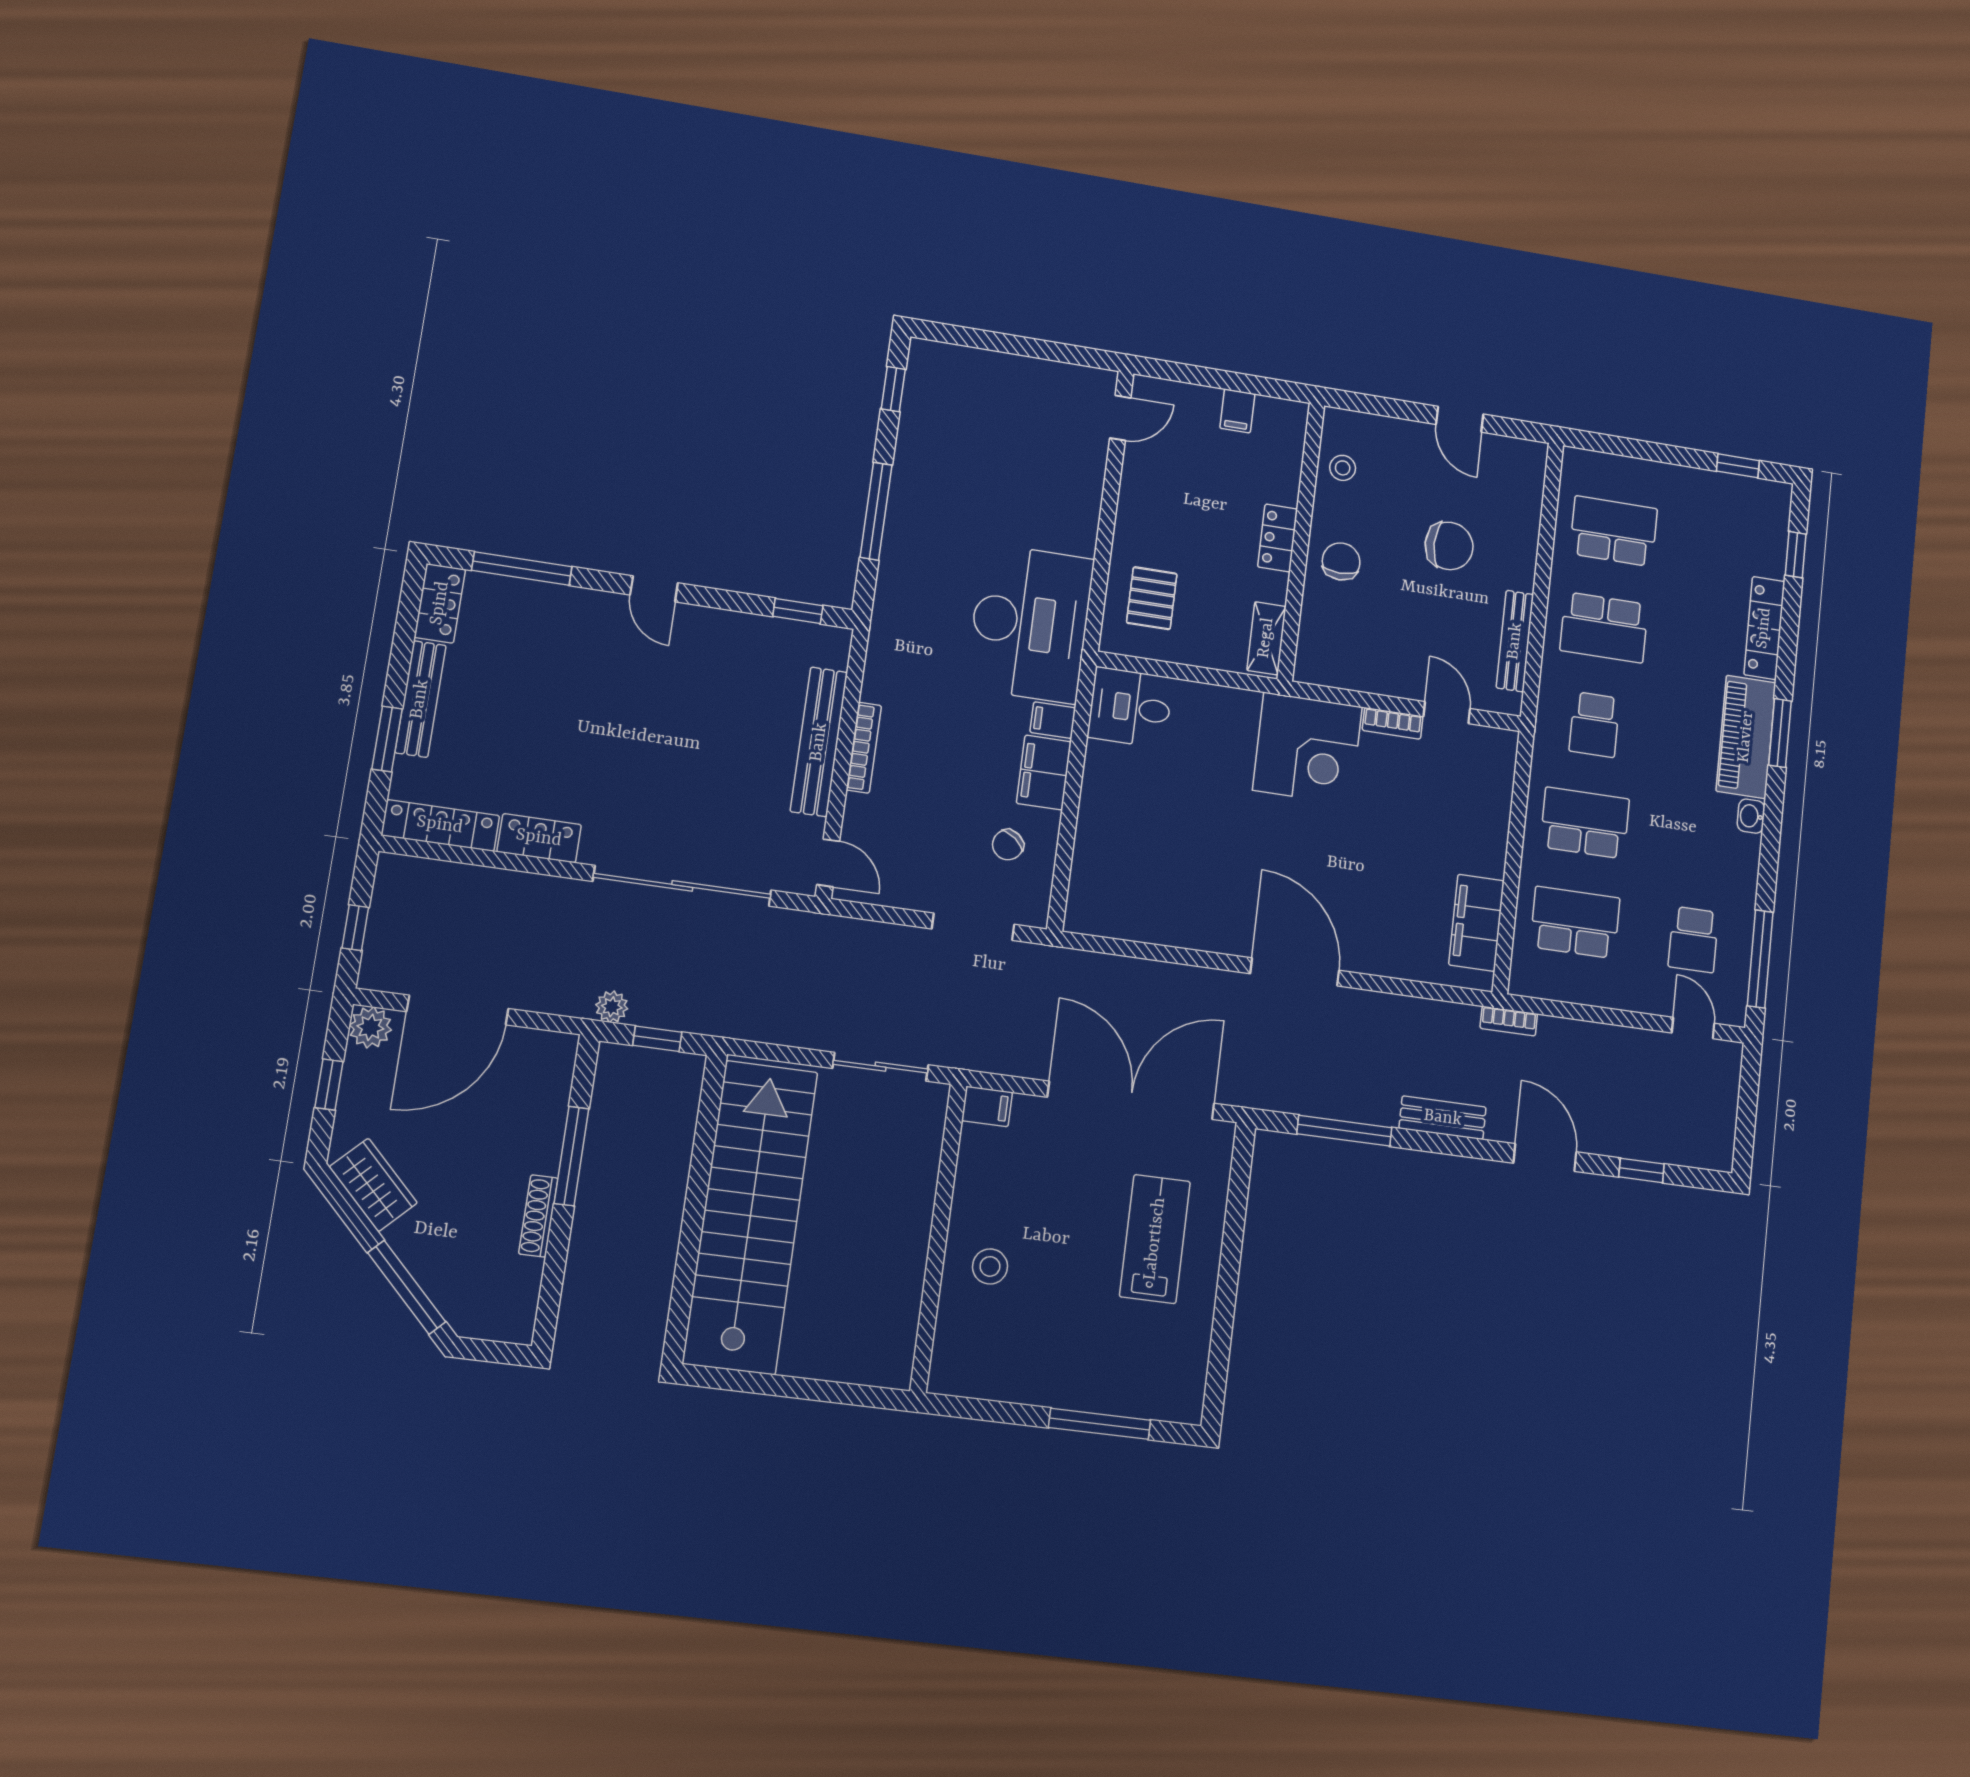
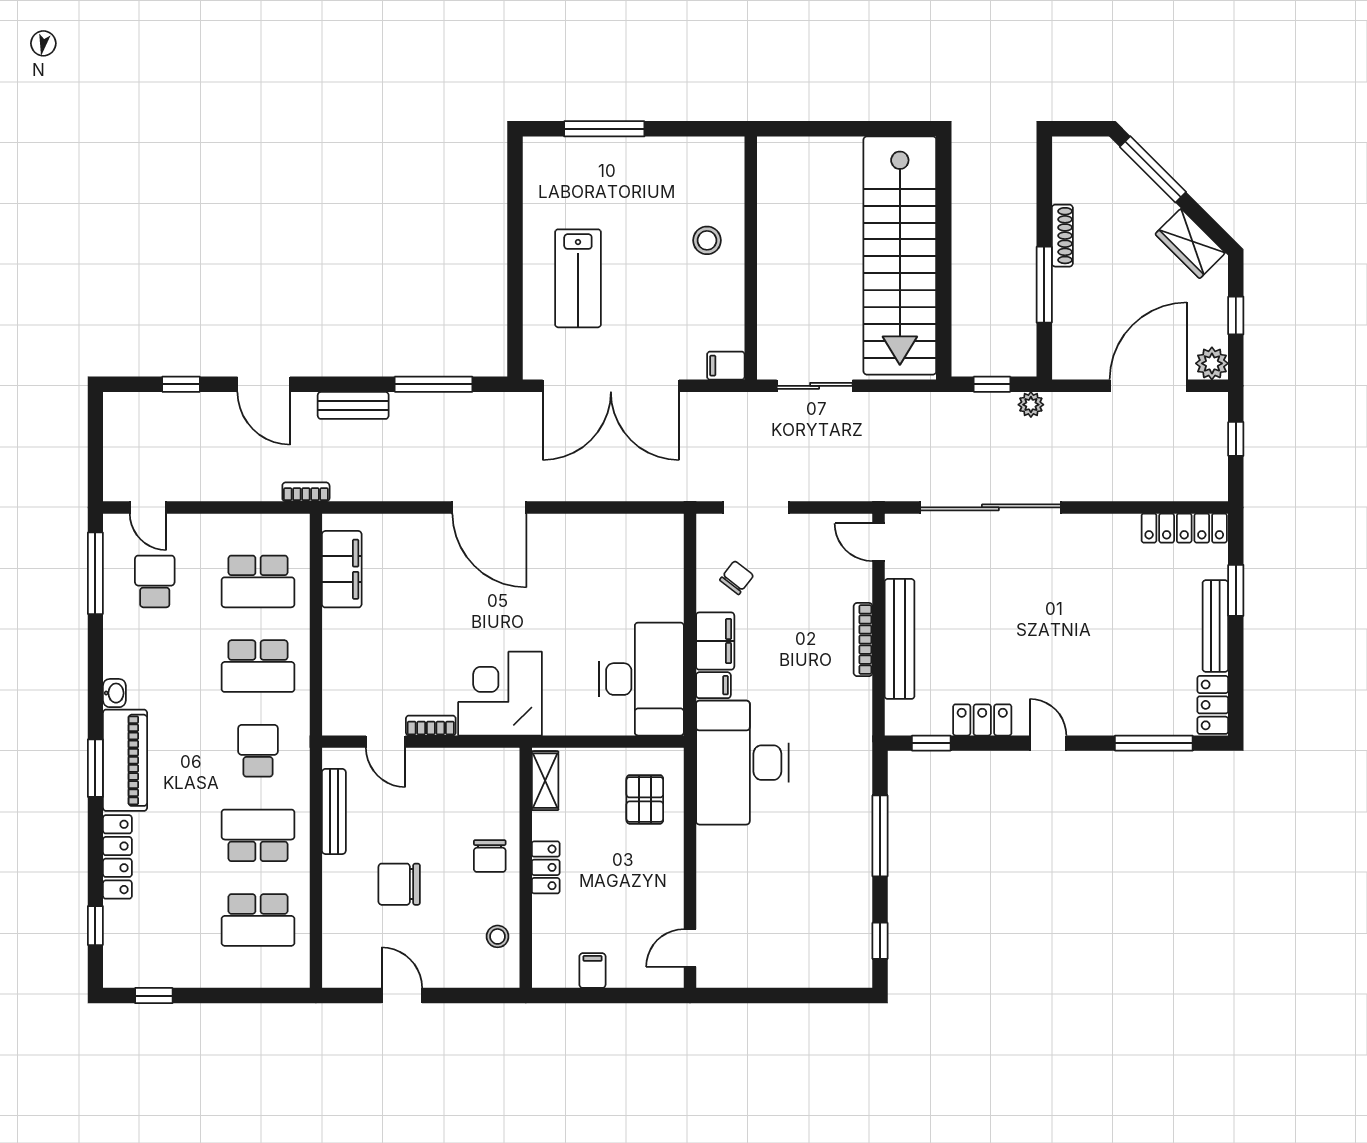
desk: (1130, 707) -> (642, 679), width x1.87, depth x1.30
locker: (539, 838) -> (982, 720), moved, turned 180

